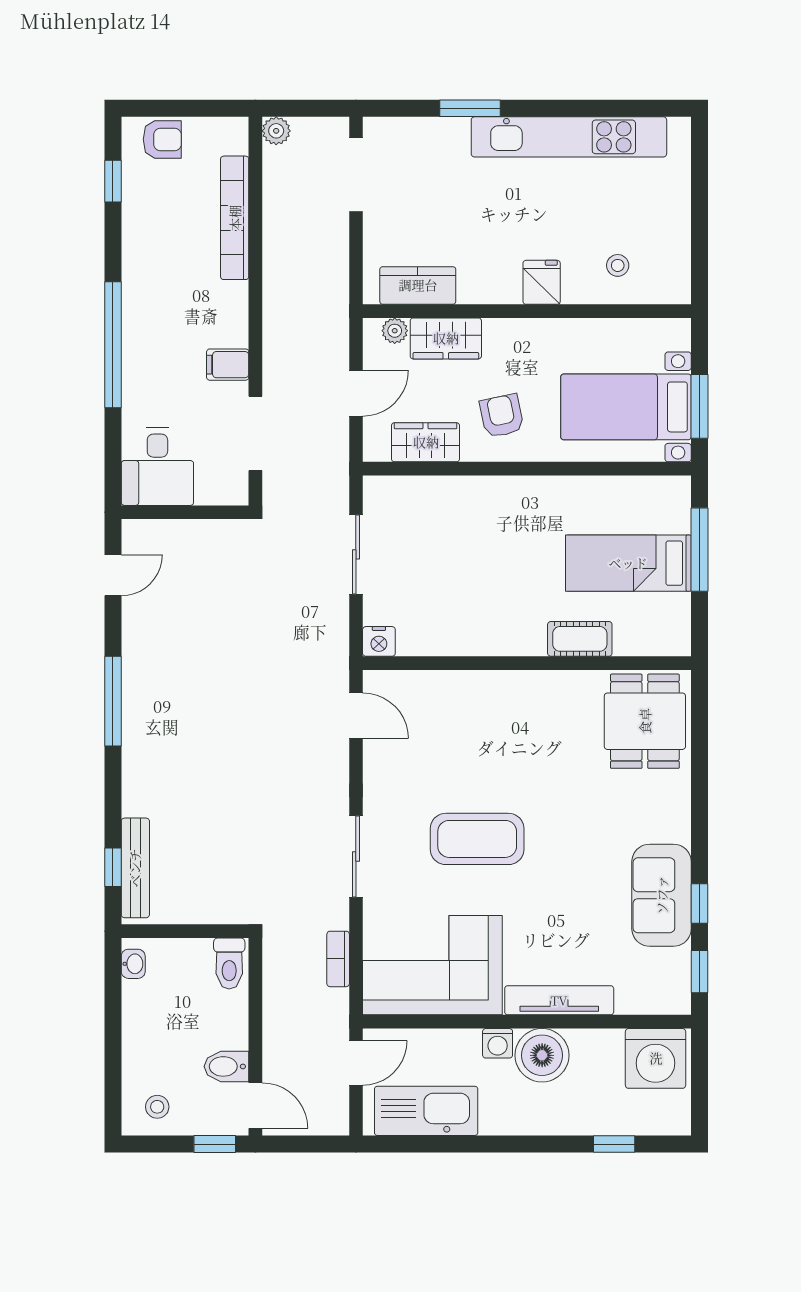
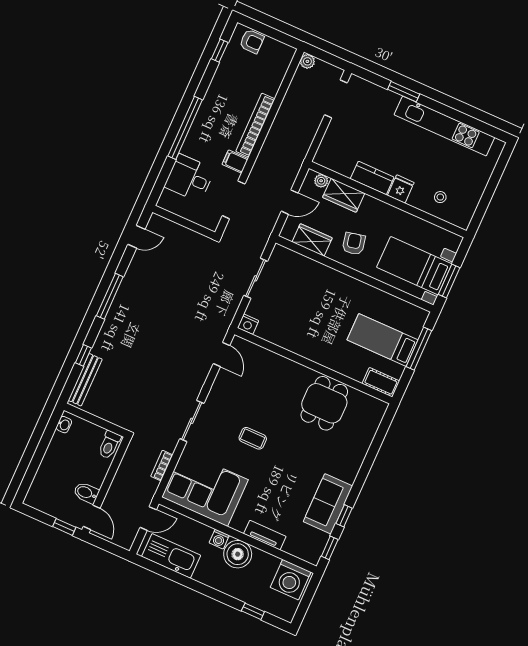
bookcase: (235, 218) -> (255, 125), moved
kitchen counter: (418, 285) -> (372, 178), moved
desk: (157, 467) -> (189, 178), moved, turned 90
cot: (580, 639) -> (381, 382), moved
dining table: (645, 721) -> (324, 403), moved
coffee table: (477, 839) -> (253, 438), width x0.54, depth x0.58
window: (113, 867) -> (83, 355), moved
tv unit: (559, 1000) -> (265, 535), width x0.71
stool: (157, 1107) -> (45, 497), removed

